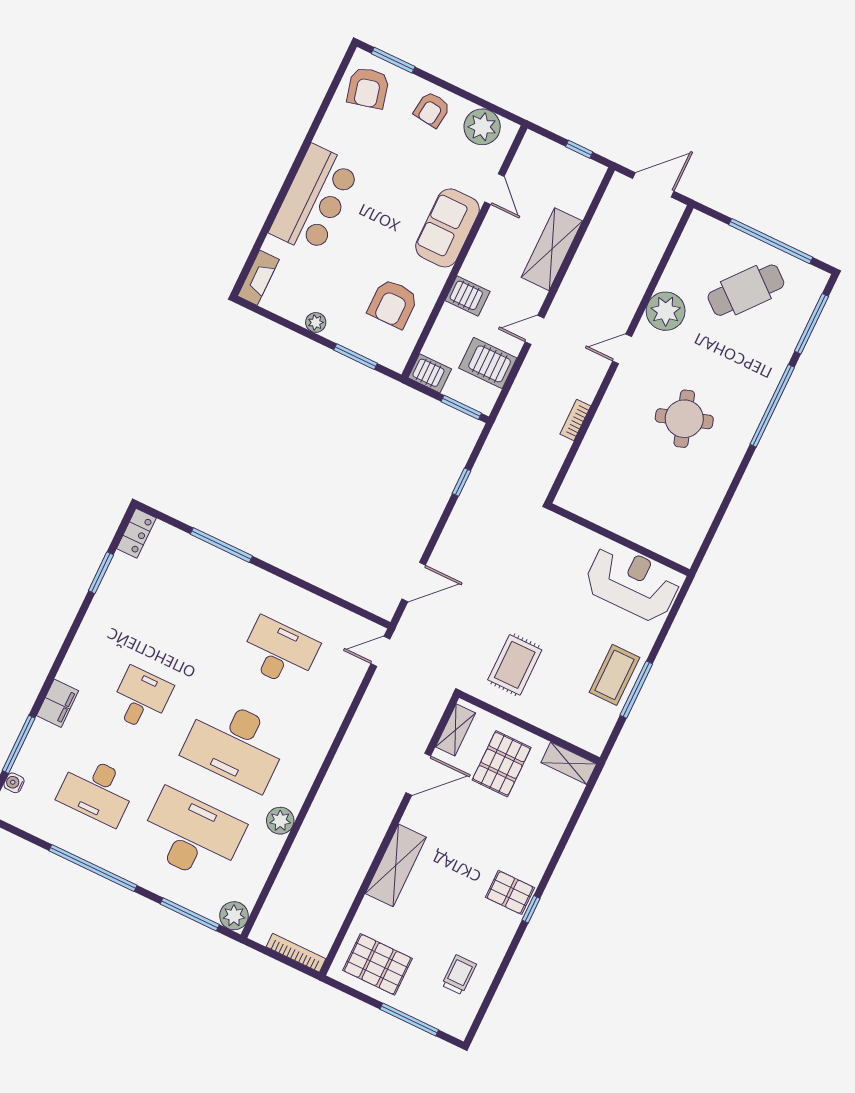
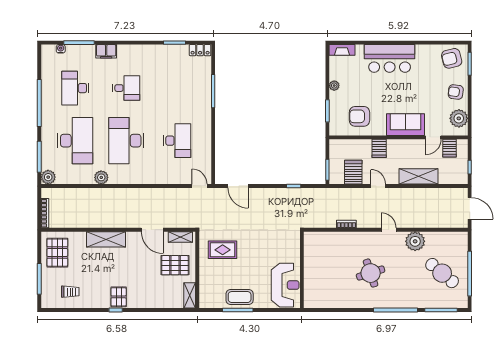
server rack: (430, 373) -> (449, 148), moved

